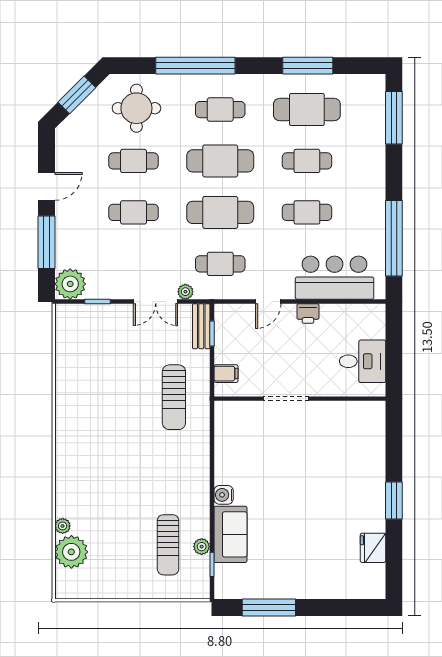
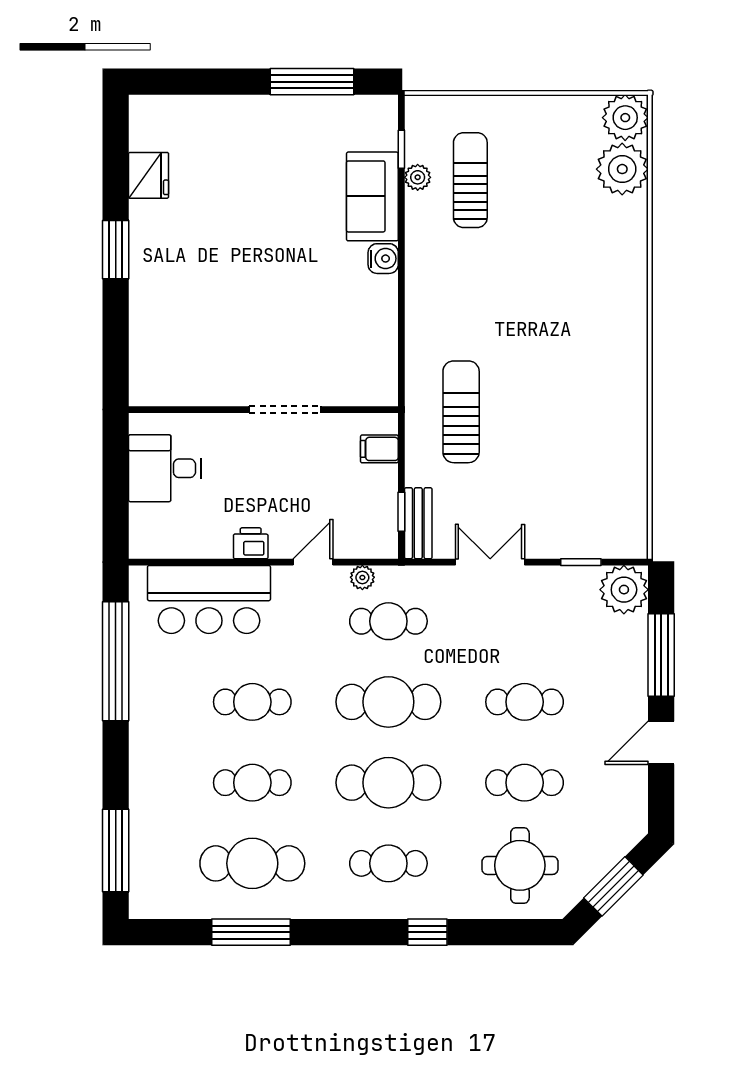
window: (195, 66) -> (427, 932), width x0.32
plant: (185, 292) -> (362, 577), moved
plant: (63, 526) -> (625, 118), moved, width x1.88, depth x1.88

